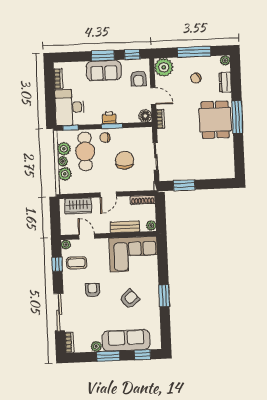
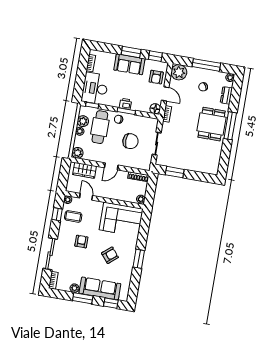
chair: (125, 160) -> (130, 141), turned 90
plant: (65, 174) -> (77, 153), moved
bench: (125, 227) -> (119, 196), removed

